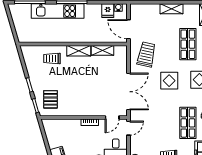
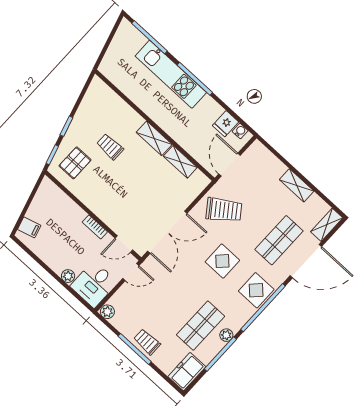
trolley: (146, 54) -> (224, 210), turned 42
trolley: (52, 58) -> (110, 147), moved

